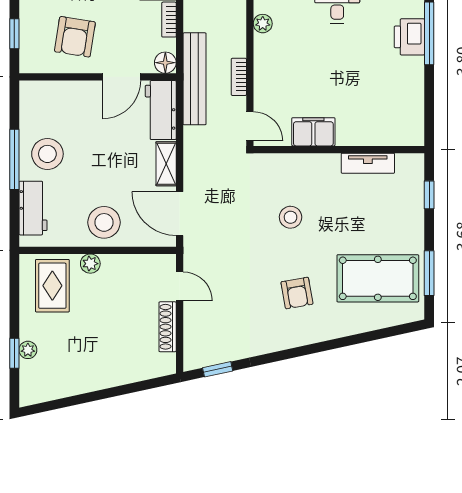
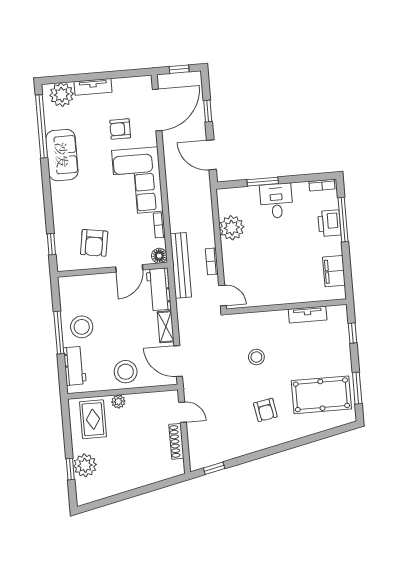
plant: (263, 24) -> (232, 228), width x1.88, depth x1.88
filing cabinet: (313, 132) -> (334, 271), moved, turned -90
plant: (28, 350) -> (85, 465), width x1.87, depth x1.87

